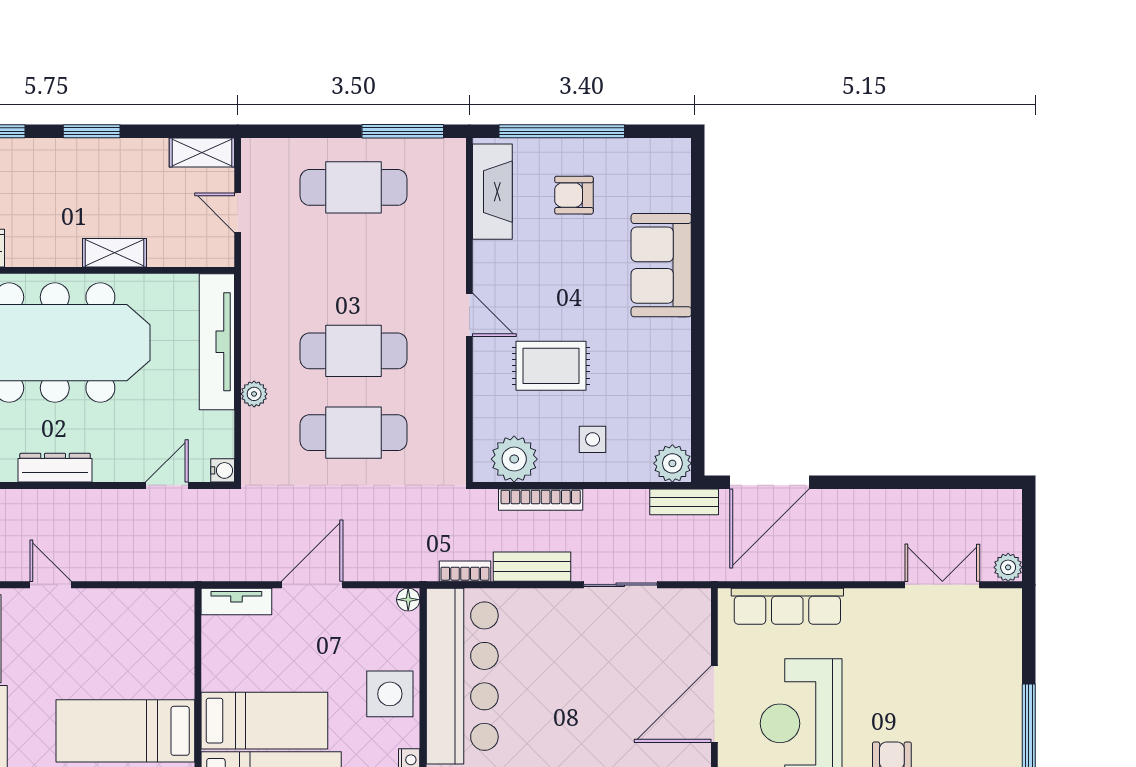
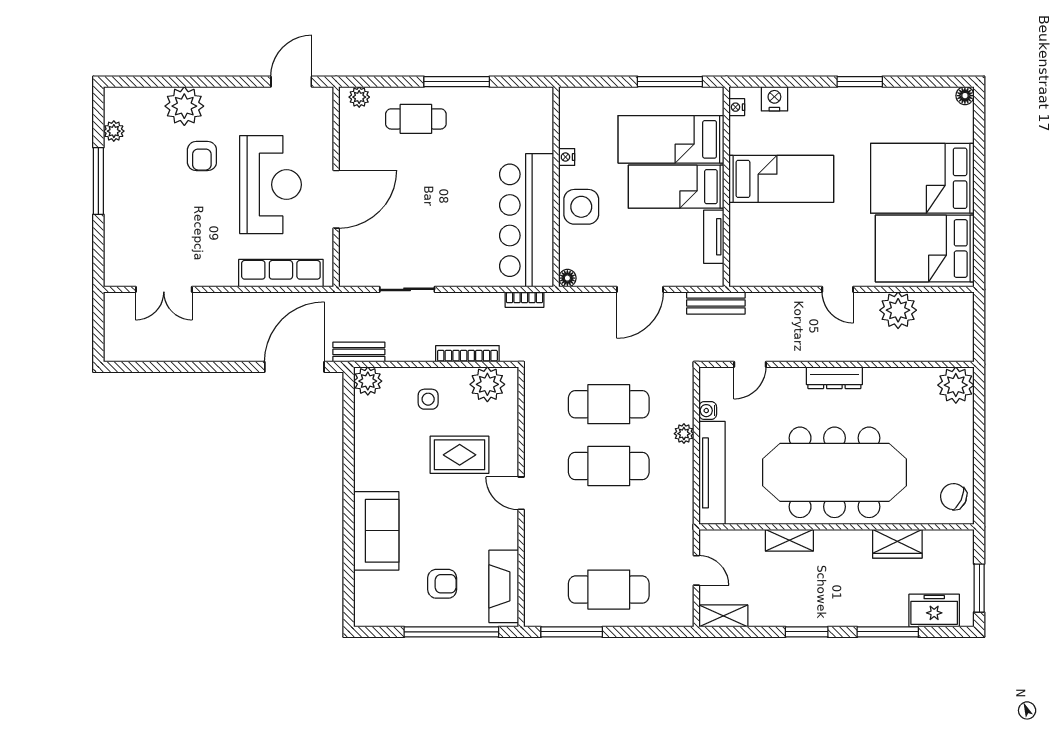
water cooler: (223, 470) -> (708, 411), moved
bench: (532, 567) -> (716, 303), moved
plant: (1008, 567) -> (114, 302), removed
tv unit: (236, 602) -> (714, 237), moved, turned -90

